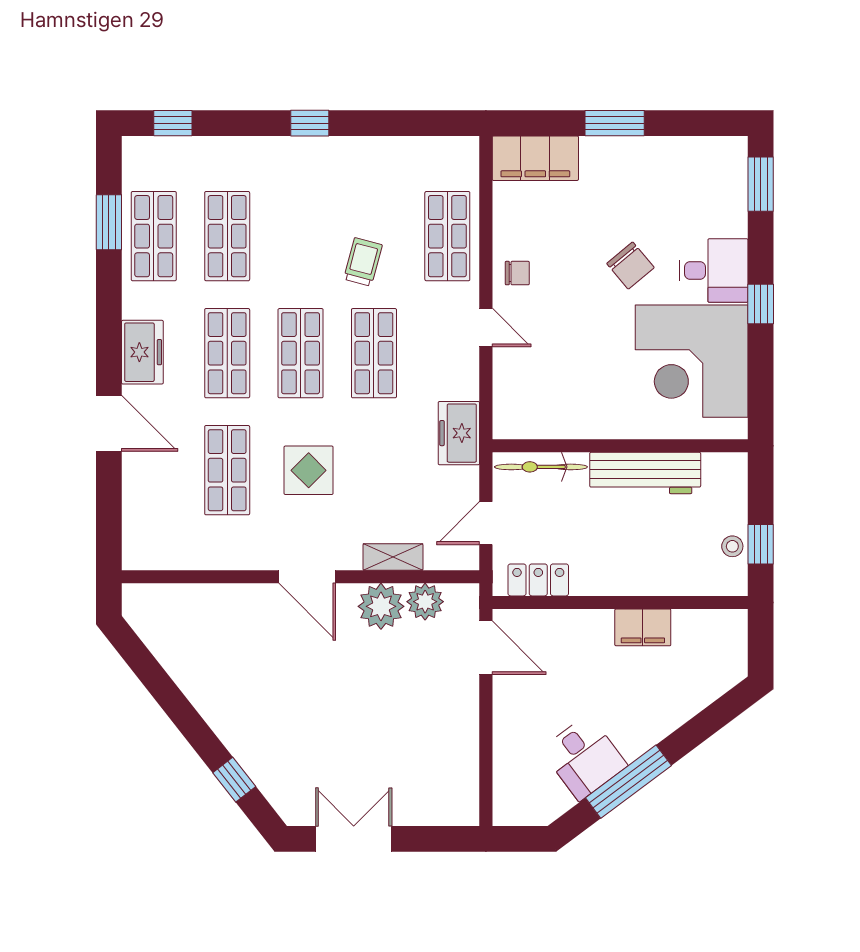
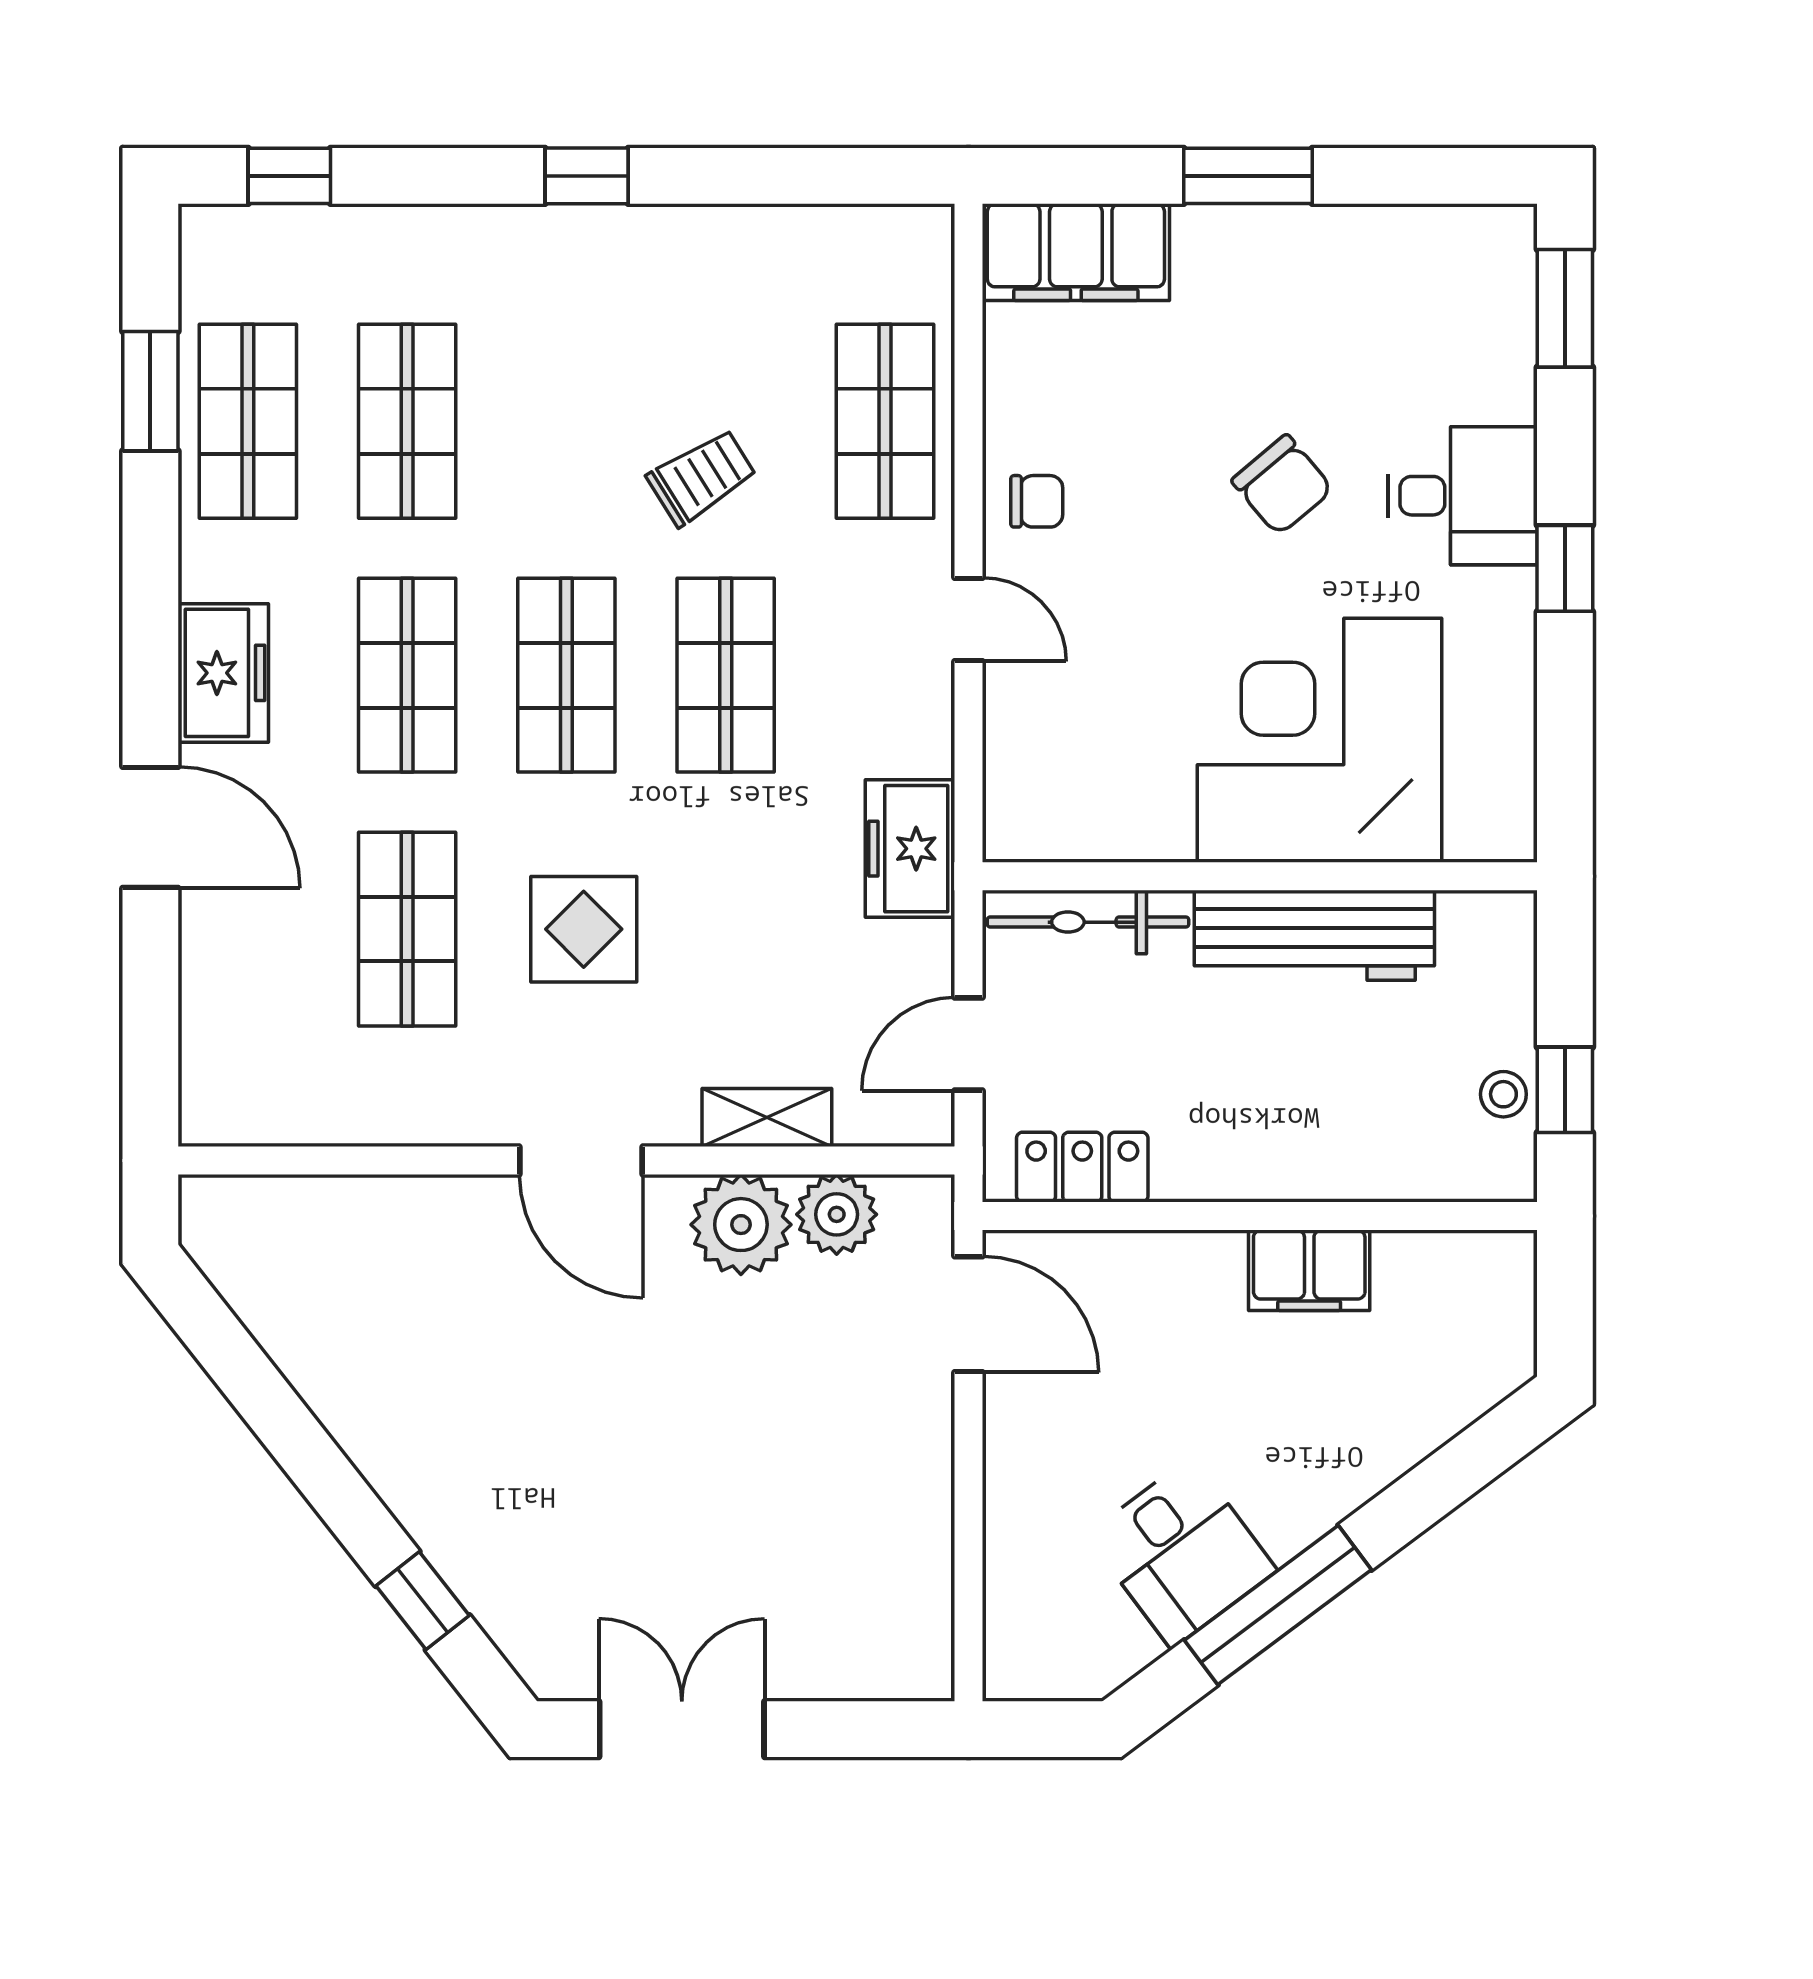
trolley: (363, 262) -> (702, 477), turned 43
corner desk: (692, 361) -> (1320, 740), moved, turned 90

